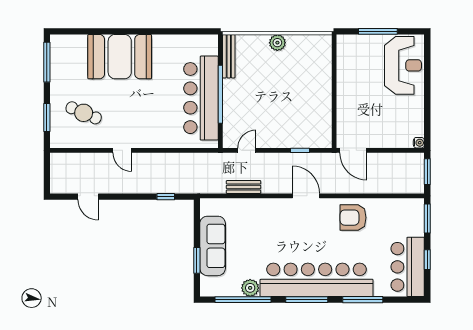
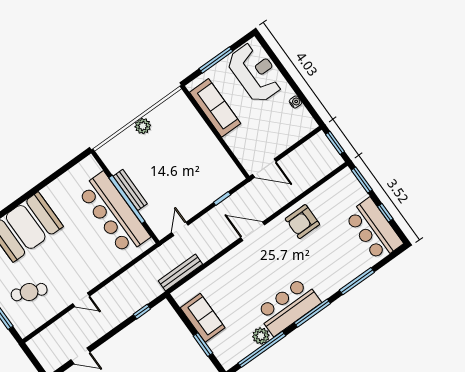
bench: (229, 56) -> (130, 190), moved
sofa: (348, 71) -> (215, 108), added
water cooler: (419, 143) -> (295, 102), moved
bench: (244, 187) -> (180, 272), moved, width x1.36
sofa: (213, 246) -> (203, 318), width x0.73
bar counter: (317, 280) -> (288, 307), width x0.54

